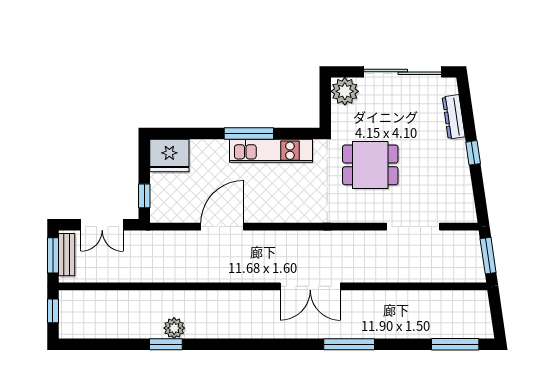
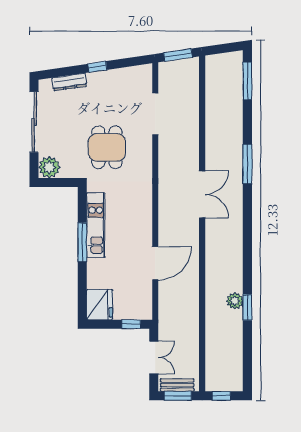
door: (222, 227) -> (155, 263), swing flipped

